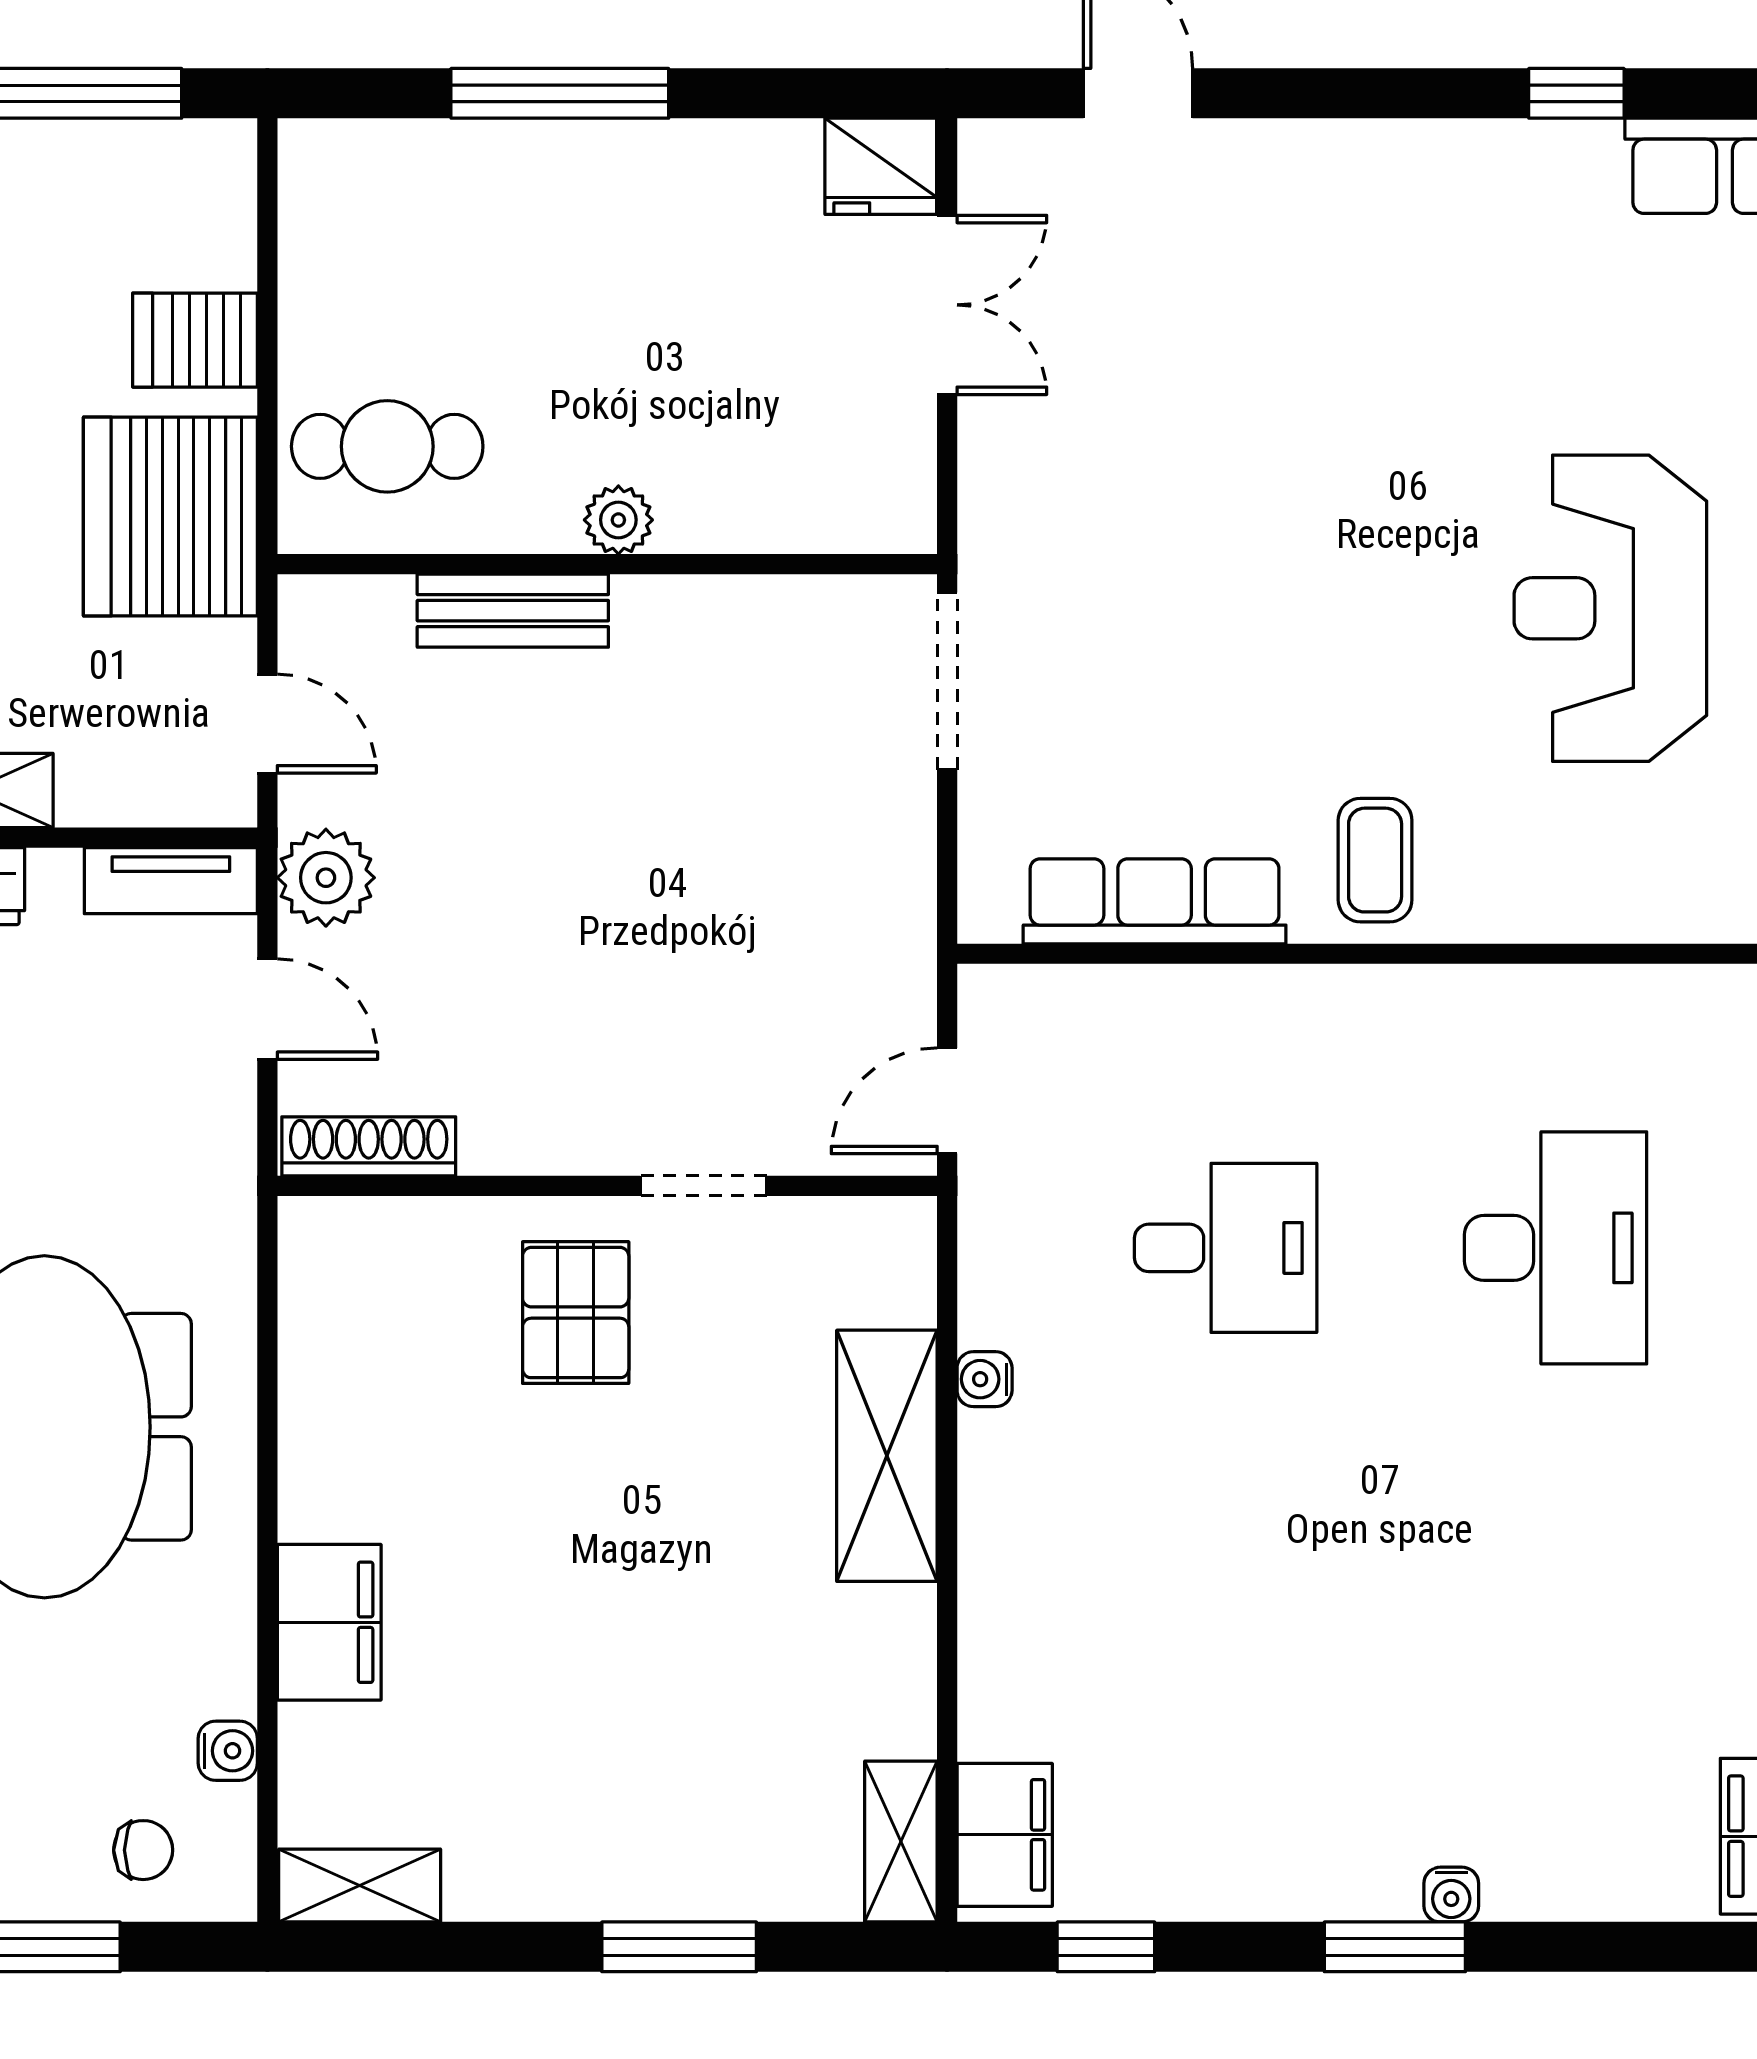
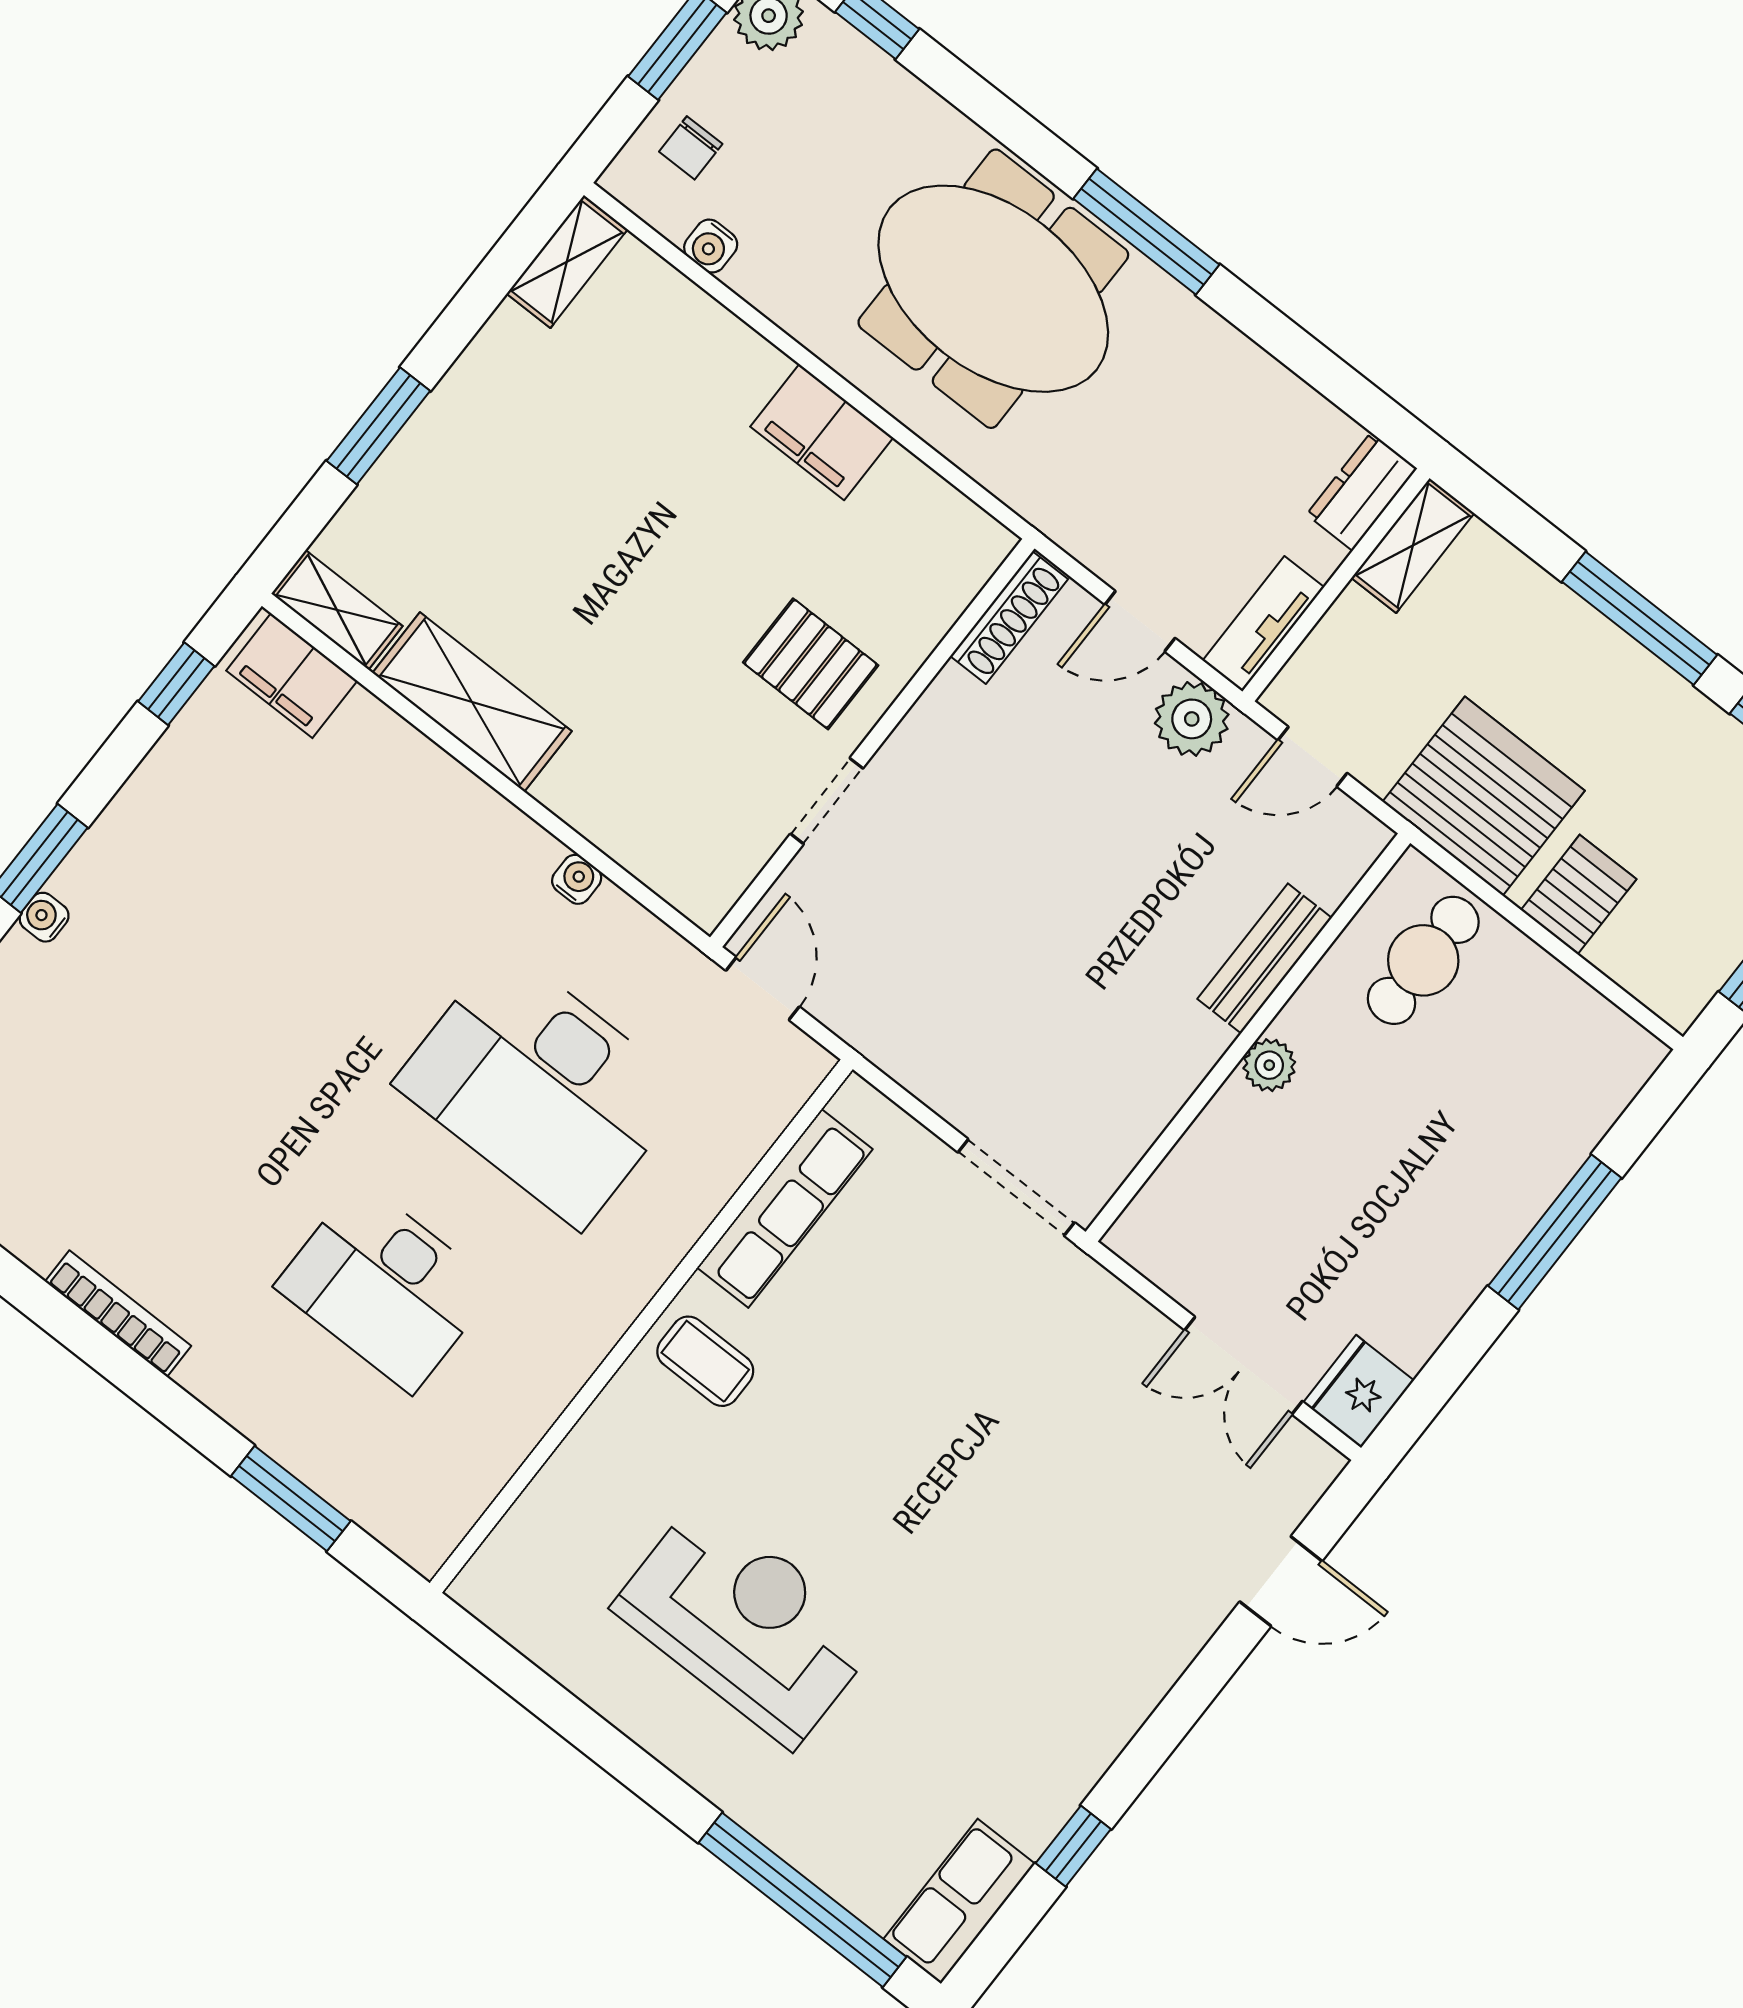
desk: (1226, 1248) -> (542, 1087), width x1.87, depth x1.30
shelving: (887, 1456) -> (472, 702), moved
filing cabinet: (329, 1622) -> (822, 432), moved

